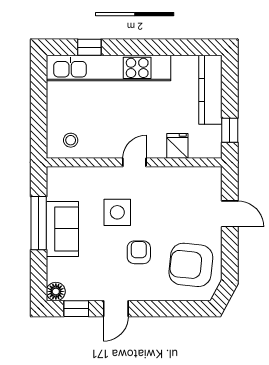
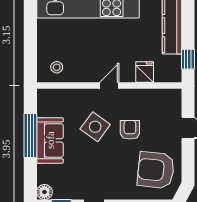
side table: (117, 212) -> (95, 127), turned 36
armchair: (139, 252) -> (130, 130), moved

